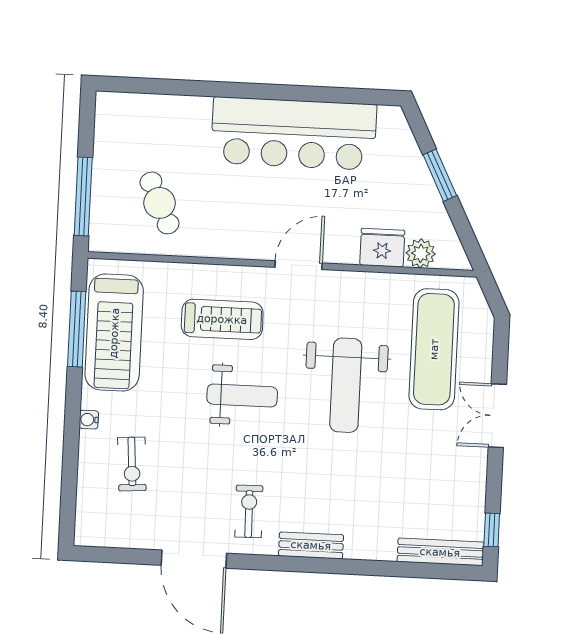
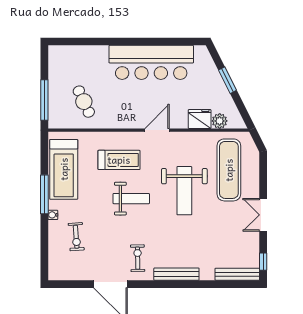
window: (77, 329) -> (44, 194), moved
double door: (497, 416) -> (263, 215), moved
bench: (311, 545) -> (176, 274), width x1.36

